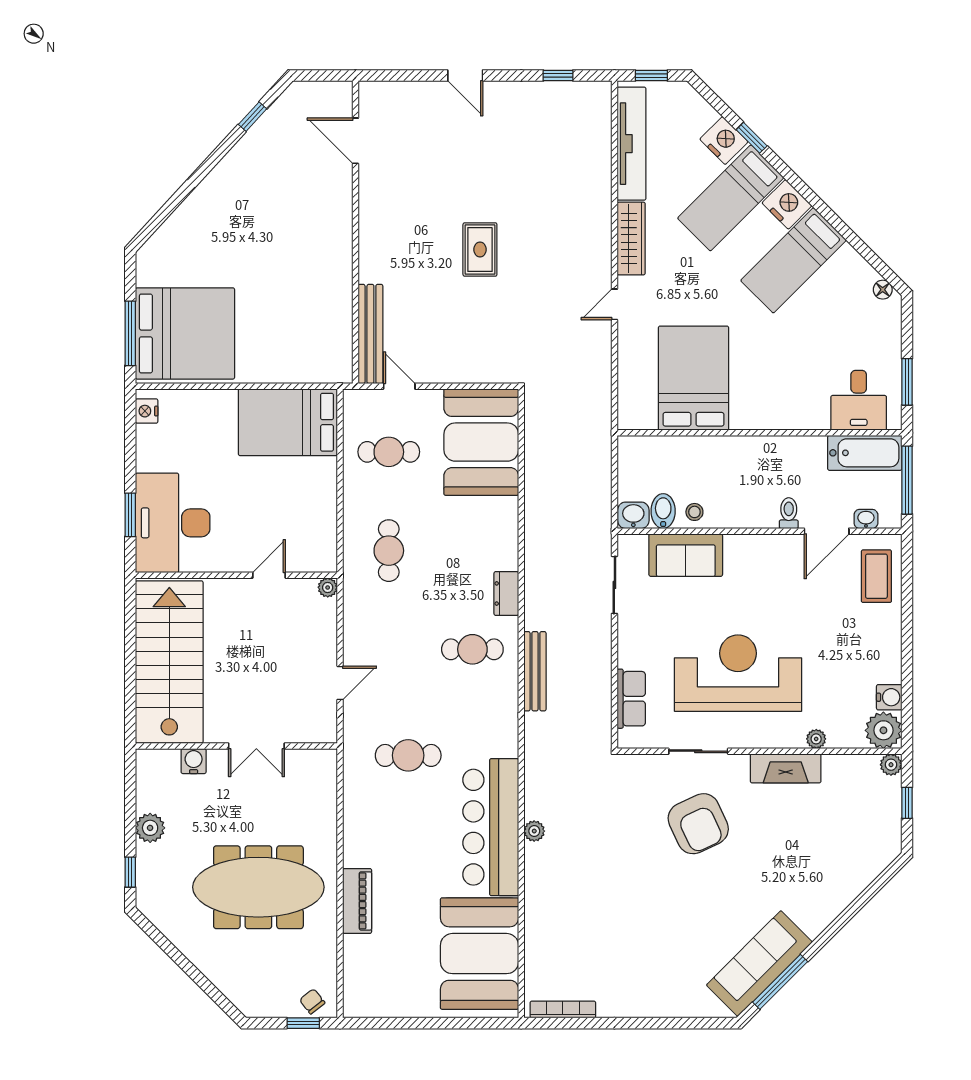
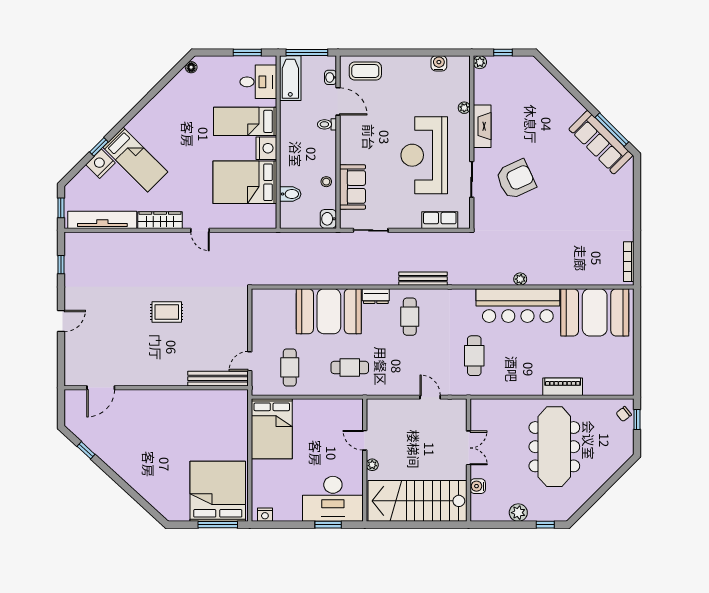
nightstand: (787, 204) -> (266, 148), moved, turned 135
bed: (793, 260) -> (245, 121), moved, turned 135
booth: (481, 442) -> (329, 311), moved
bidet: (663, 511) -> (290, 194), moved, turned 180
plant: (328, 587) -> (372, 465), moved
plant: (883, 730) -> (459, 67), removed

